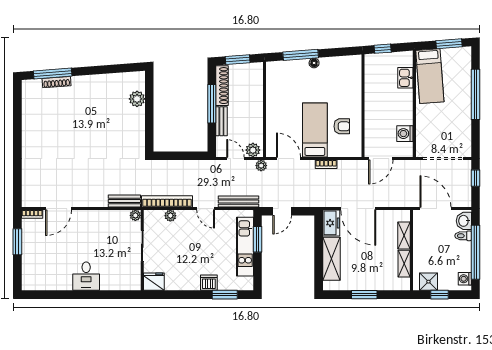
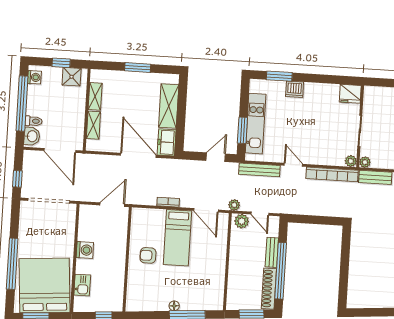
bed: (430, 76) -> (45, 285), width x2.04
plant: (137, 99) -> (356, 280), removed
window: (212, 104) -> (281, 271), width x1.46
armchair: (342, 126) -> (148, 255), moved
washing machine: (405, 134) -> (85, 250), moved
plant: (170, 216) -> (351, 161), moved

